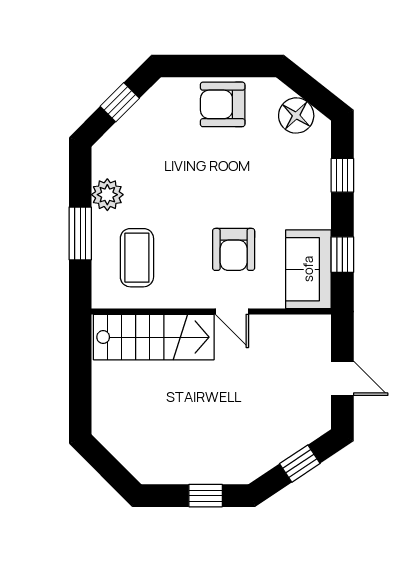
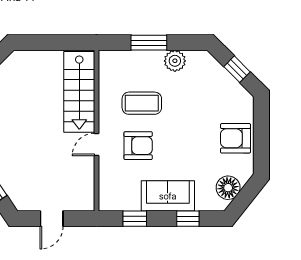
armchair: (223, 104) -> (236, 138), turned -90
armchair: (234, 249) -> (138, 146), turned 180
coffee table: (137, 258) -> (142, 103), moved
sofa: (308, 269) -> (168, 196), moved

